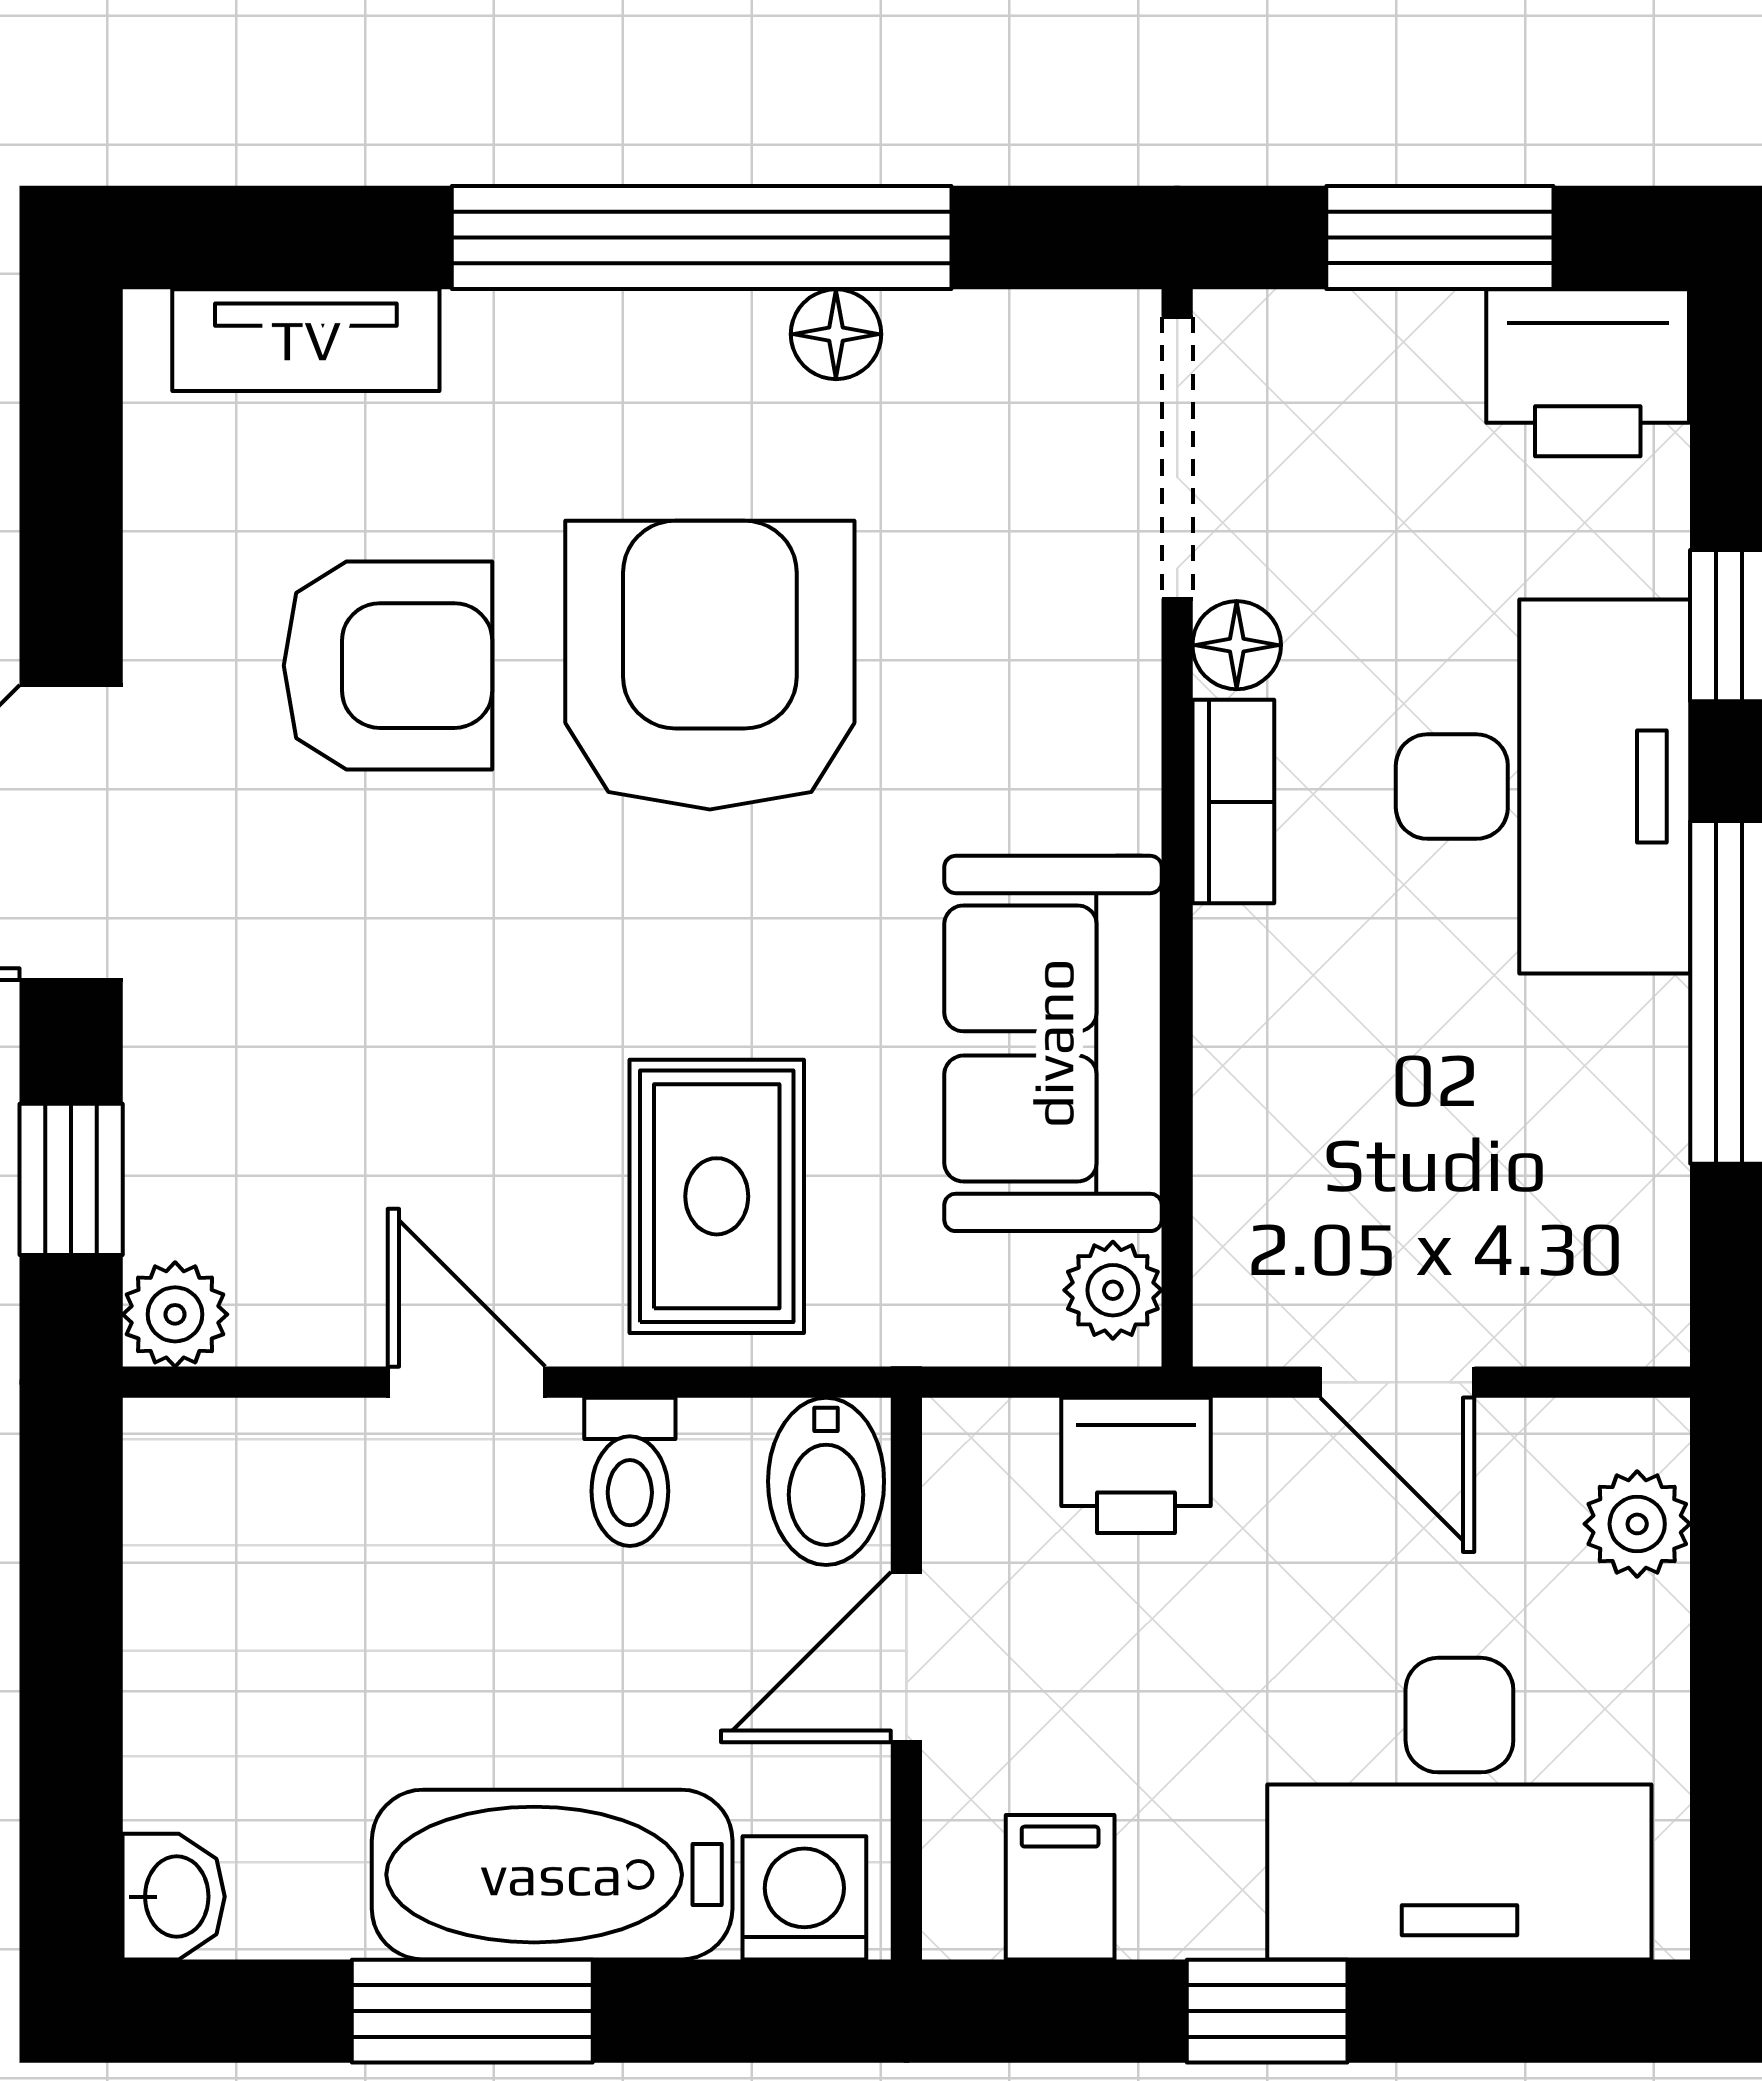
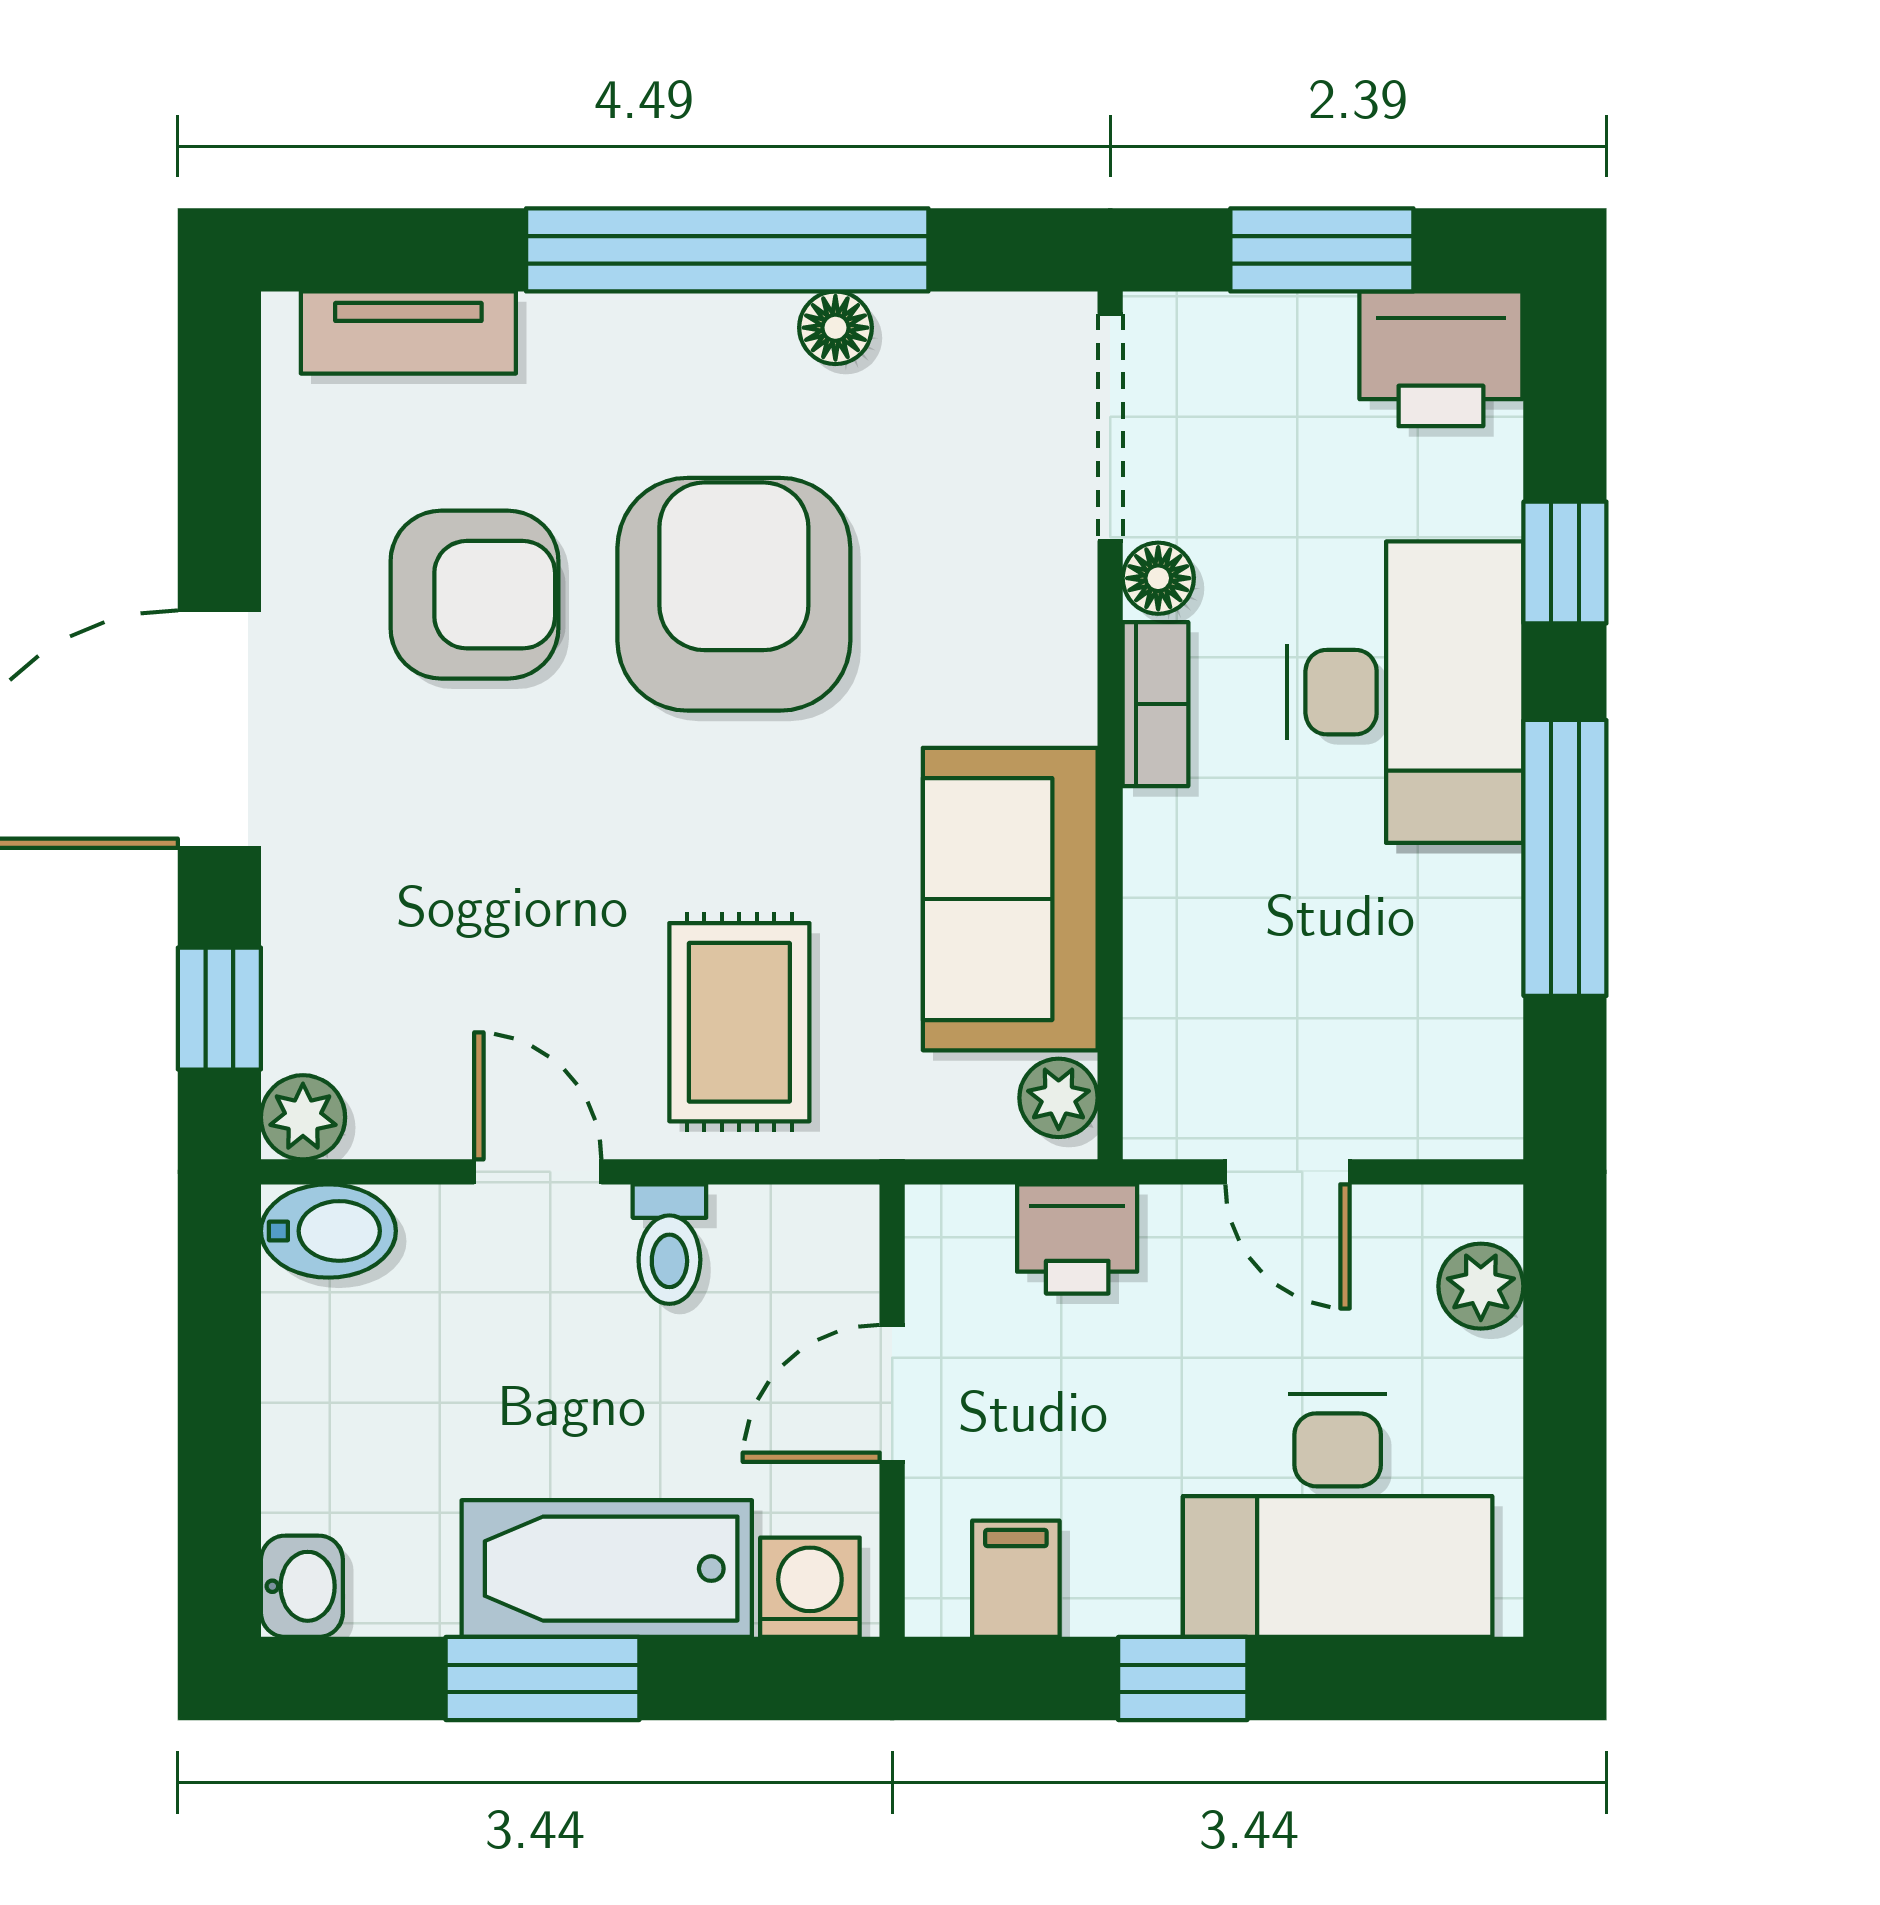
bidet: (826, 1481) -> (328, 1231), moved, turned -90

